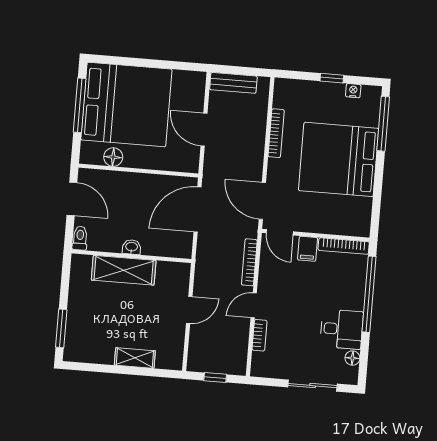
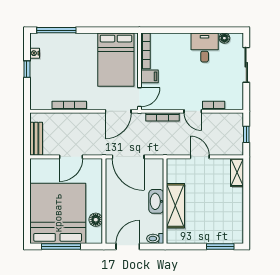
bed: (339, 159) -> (116, 60), moved, width x0.73
washbasin: (132, 247) -> (156, 201), width x1.91, depth x1.45
window: (369, 294) -> (178, 30), removed
shelving: (135, 358) -> (237, 172), moved

